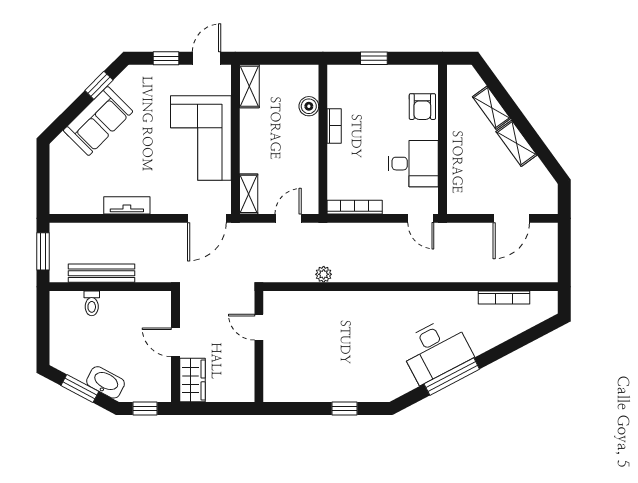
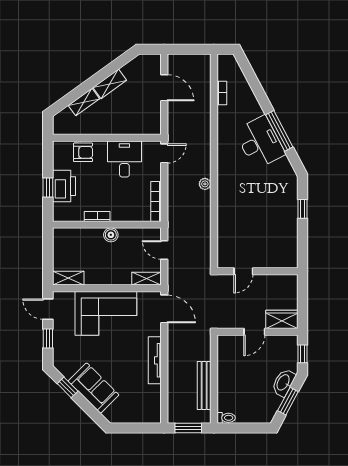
printer: (376, 80) -> (64, 186), added
boiler: (309, 106) -> (111, 235), moved
tv unit: (127, 205) -> (155, 360), width x1.41
plant: (324, 274) -> (205, 184), moved
bookcase: (504, 298) -> (222, 93), width x0.64
toilet: (92, 303) -> (226, 418), moved

